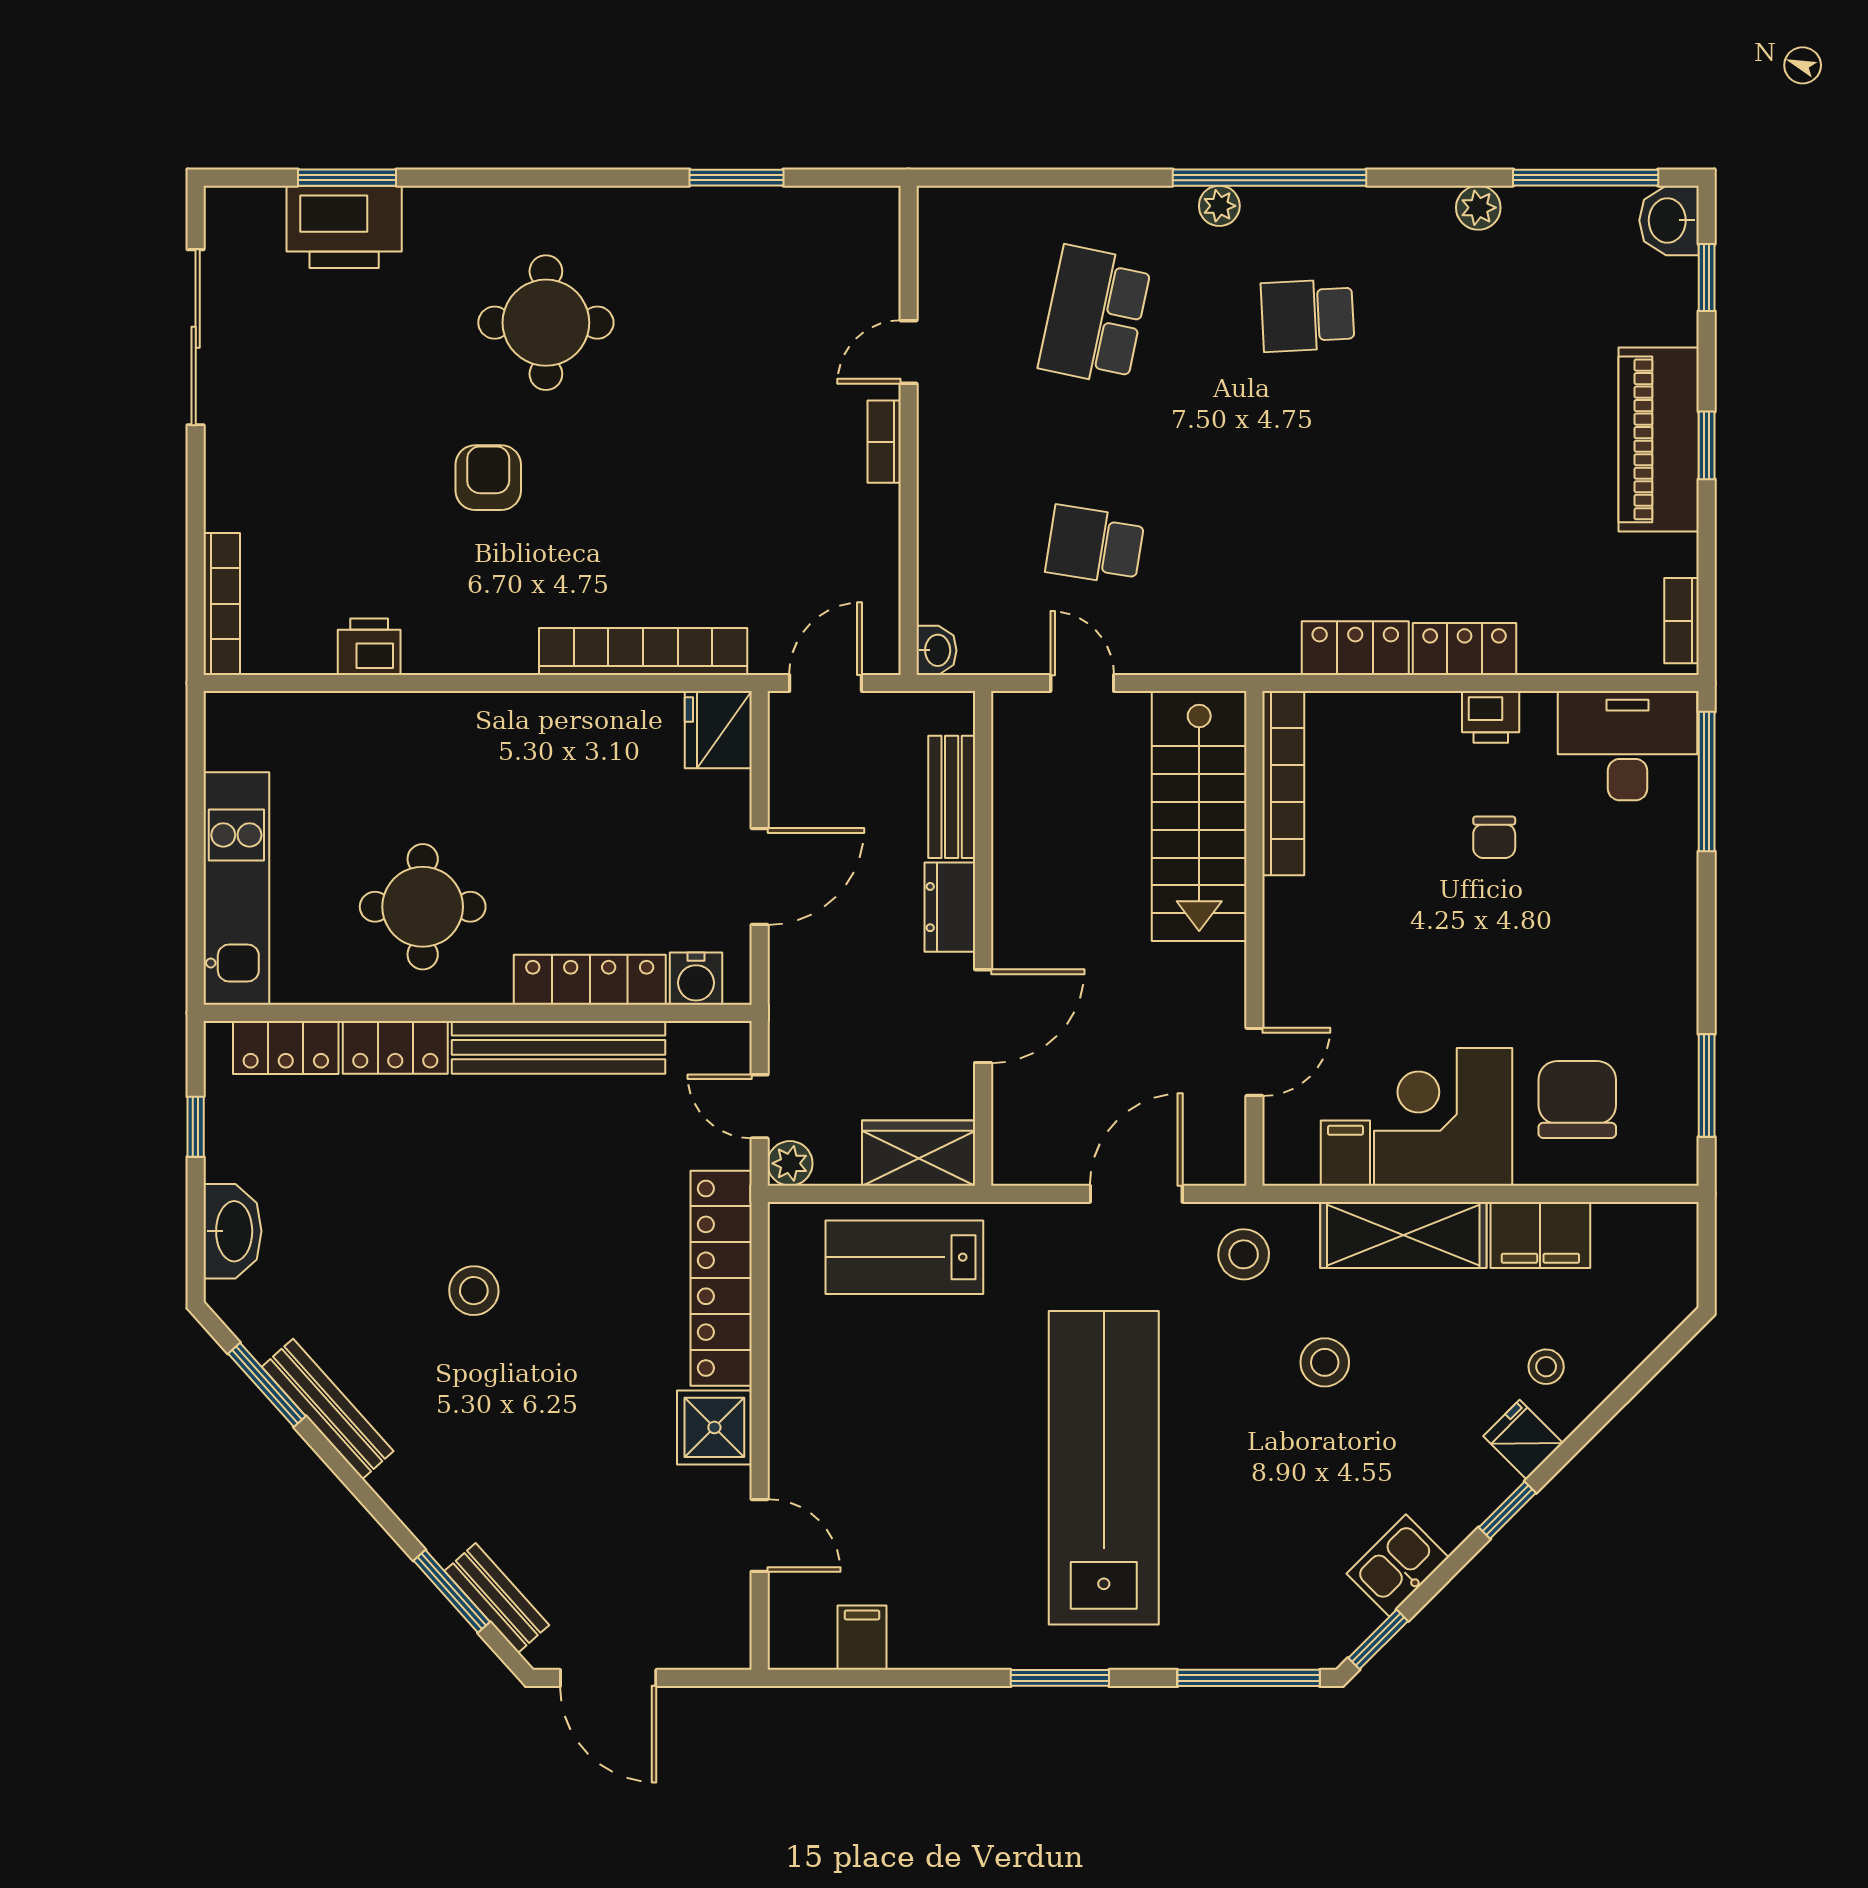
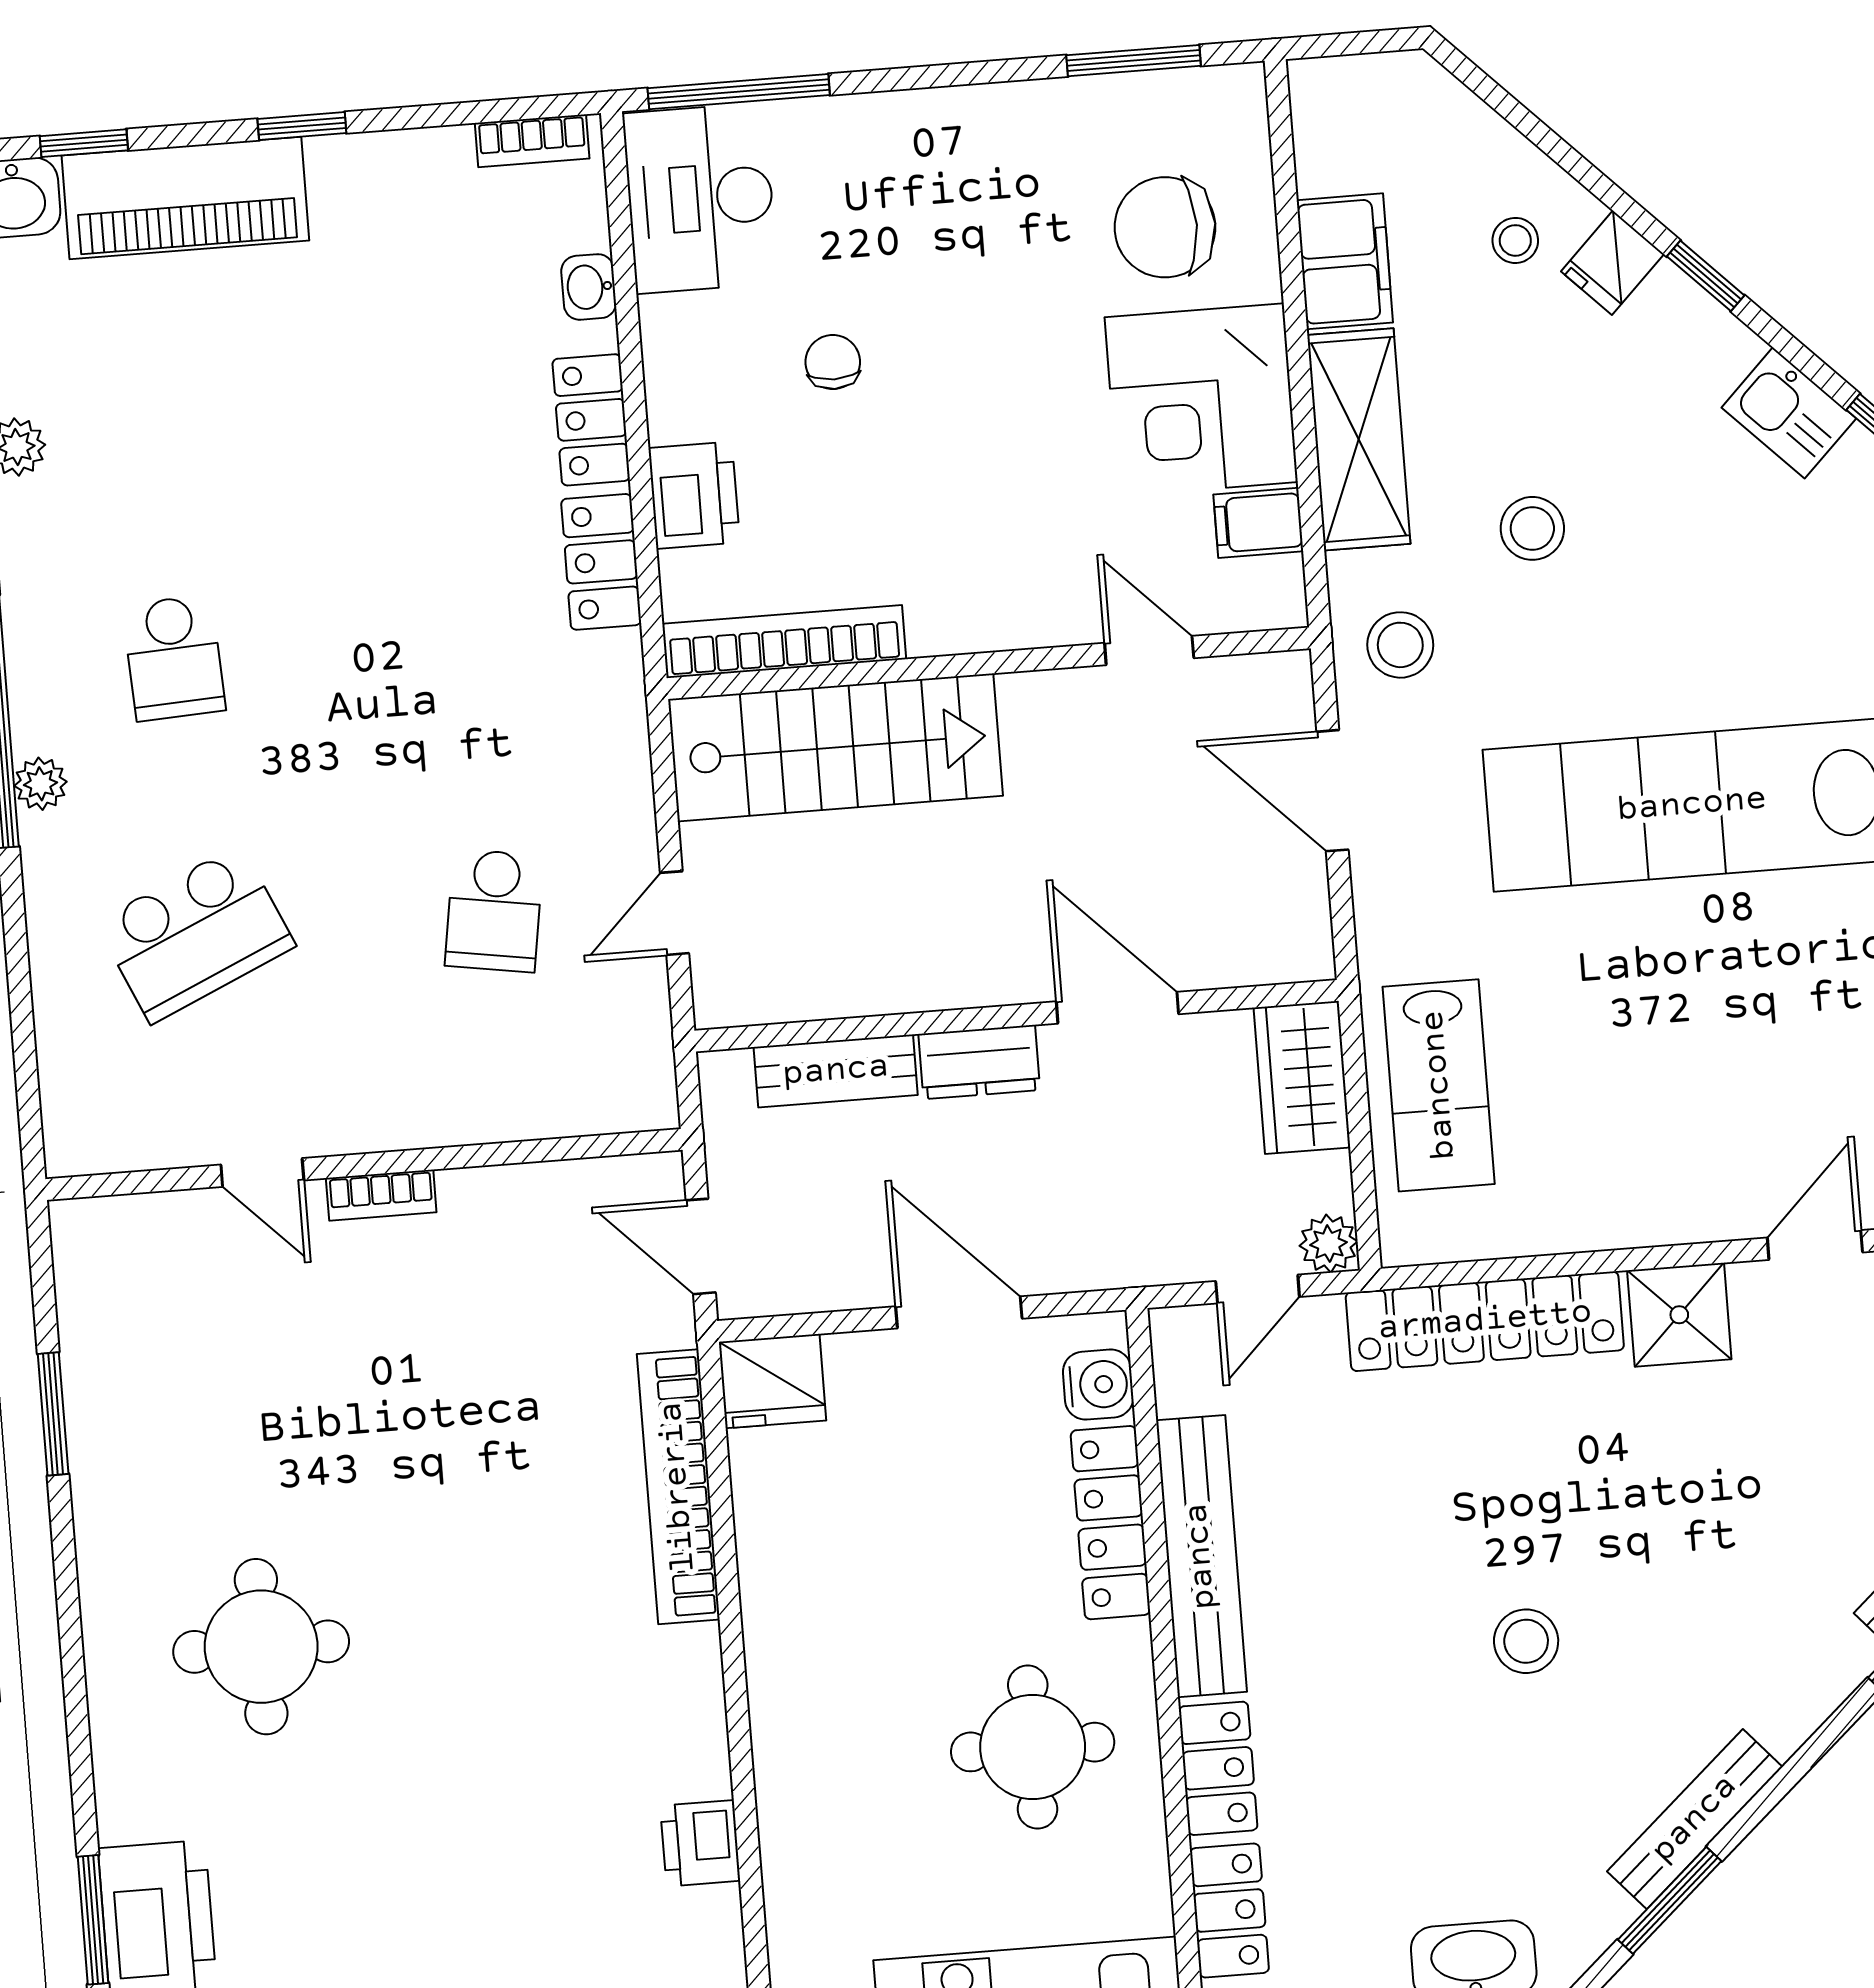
school desk: (1095, 315) -> (196, 934), turned -36
piano: (1659, 439) -> (185, 198), moved
armchair: (488, 478) -> (468, 1706), removed
washbasin: (936, 650) -> (589, 287), moved, turned -90
printer: (1491, 717) -> (694, 495), moved, width x1.36, depth x1.24
chair: (1494, 837) -> (833, 362), turned -90

